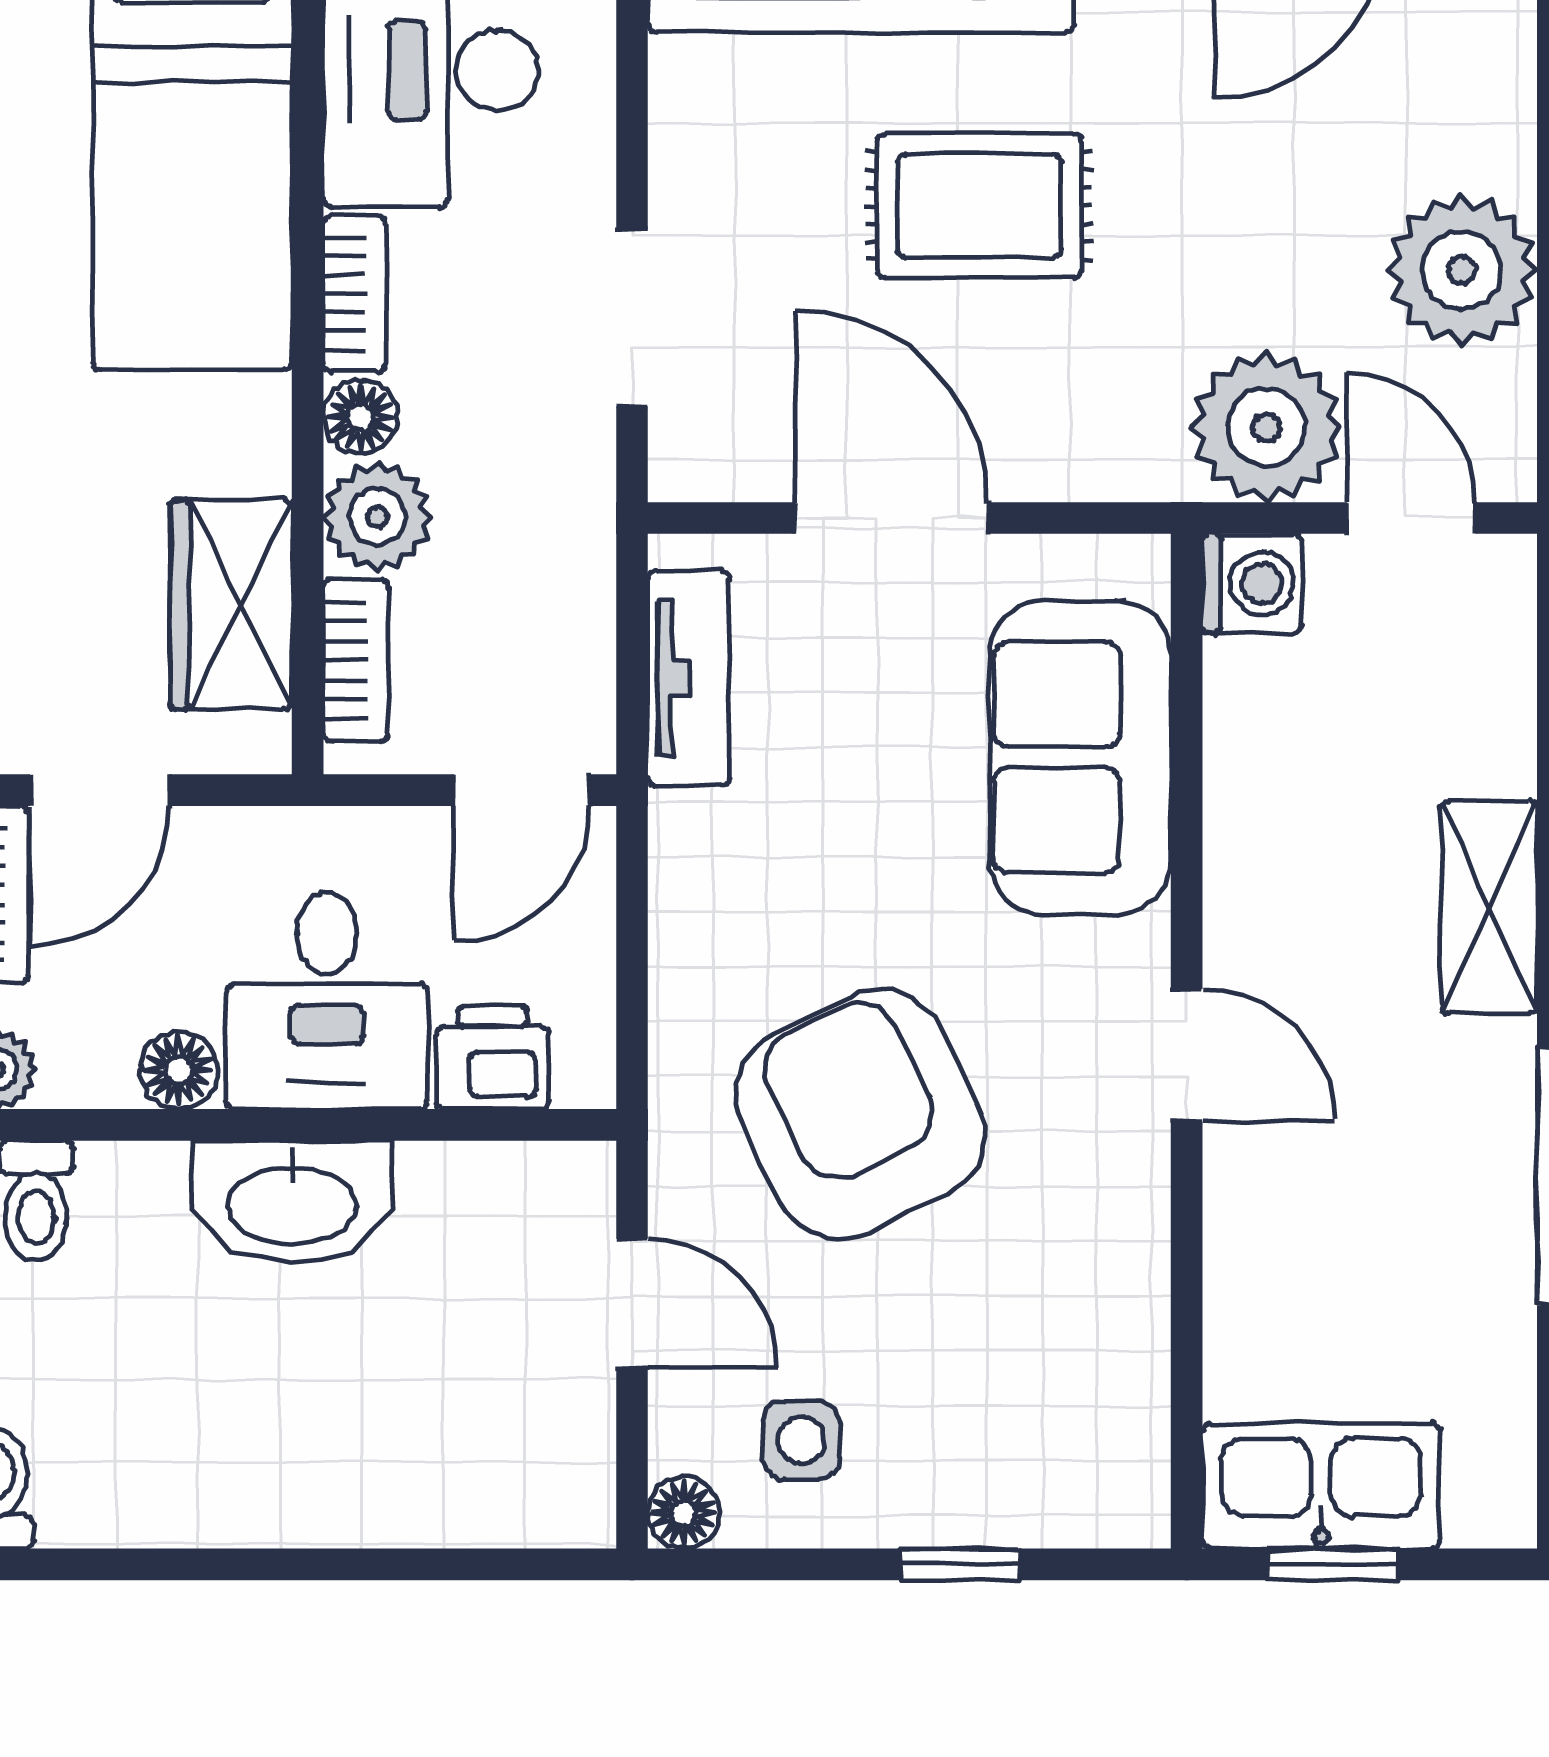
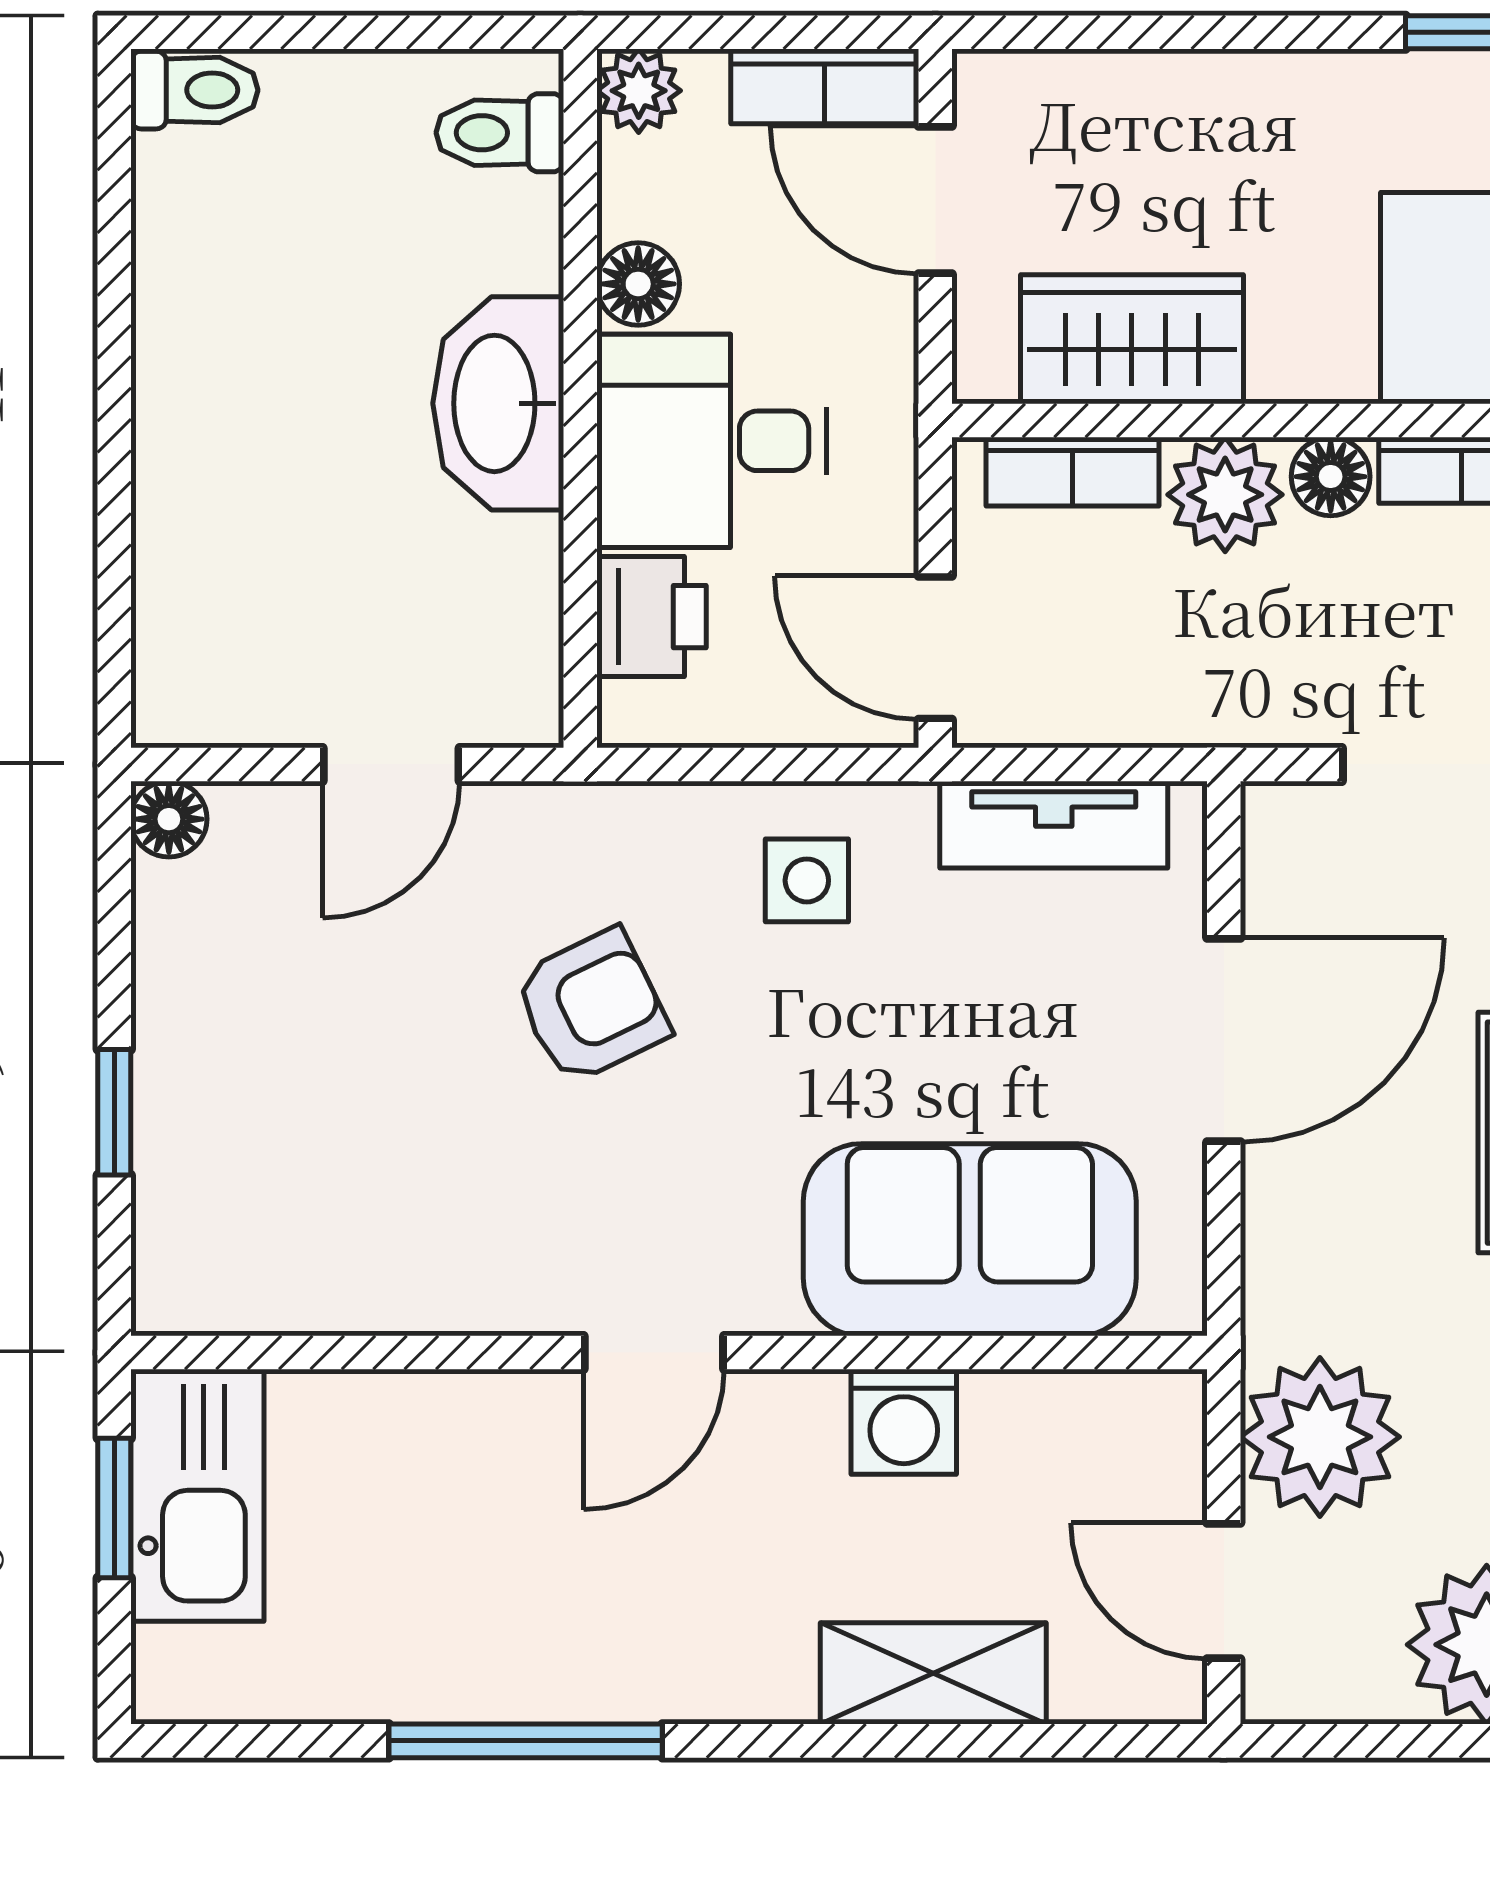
door: (1411, 518) -> (1224, 1591), swing flipped
washing machine: (1252, 583) -> (904, 1422), moved
shelving: (1489, 907) -> (933, 1673), moved
armchair: (860, 1114) -> (591, 1006), width x0.53, depth x0.53
side table: (801, 1440) -> (807, 880), moved

